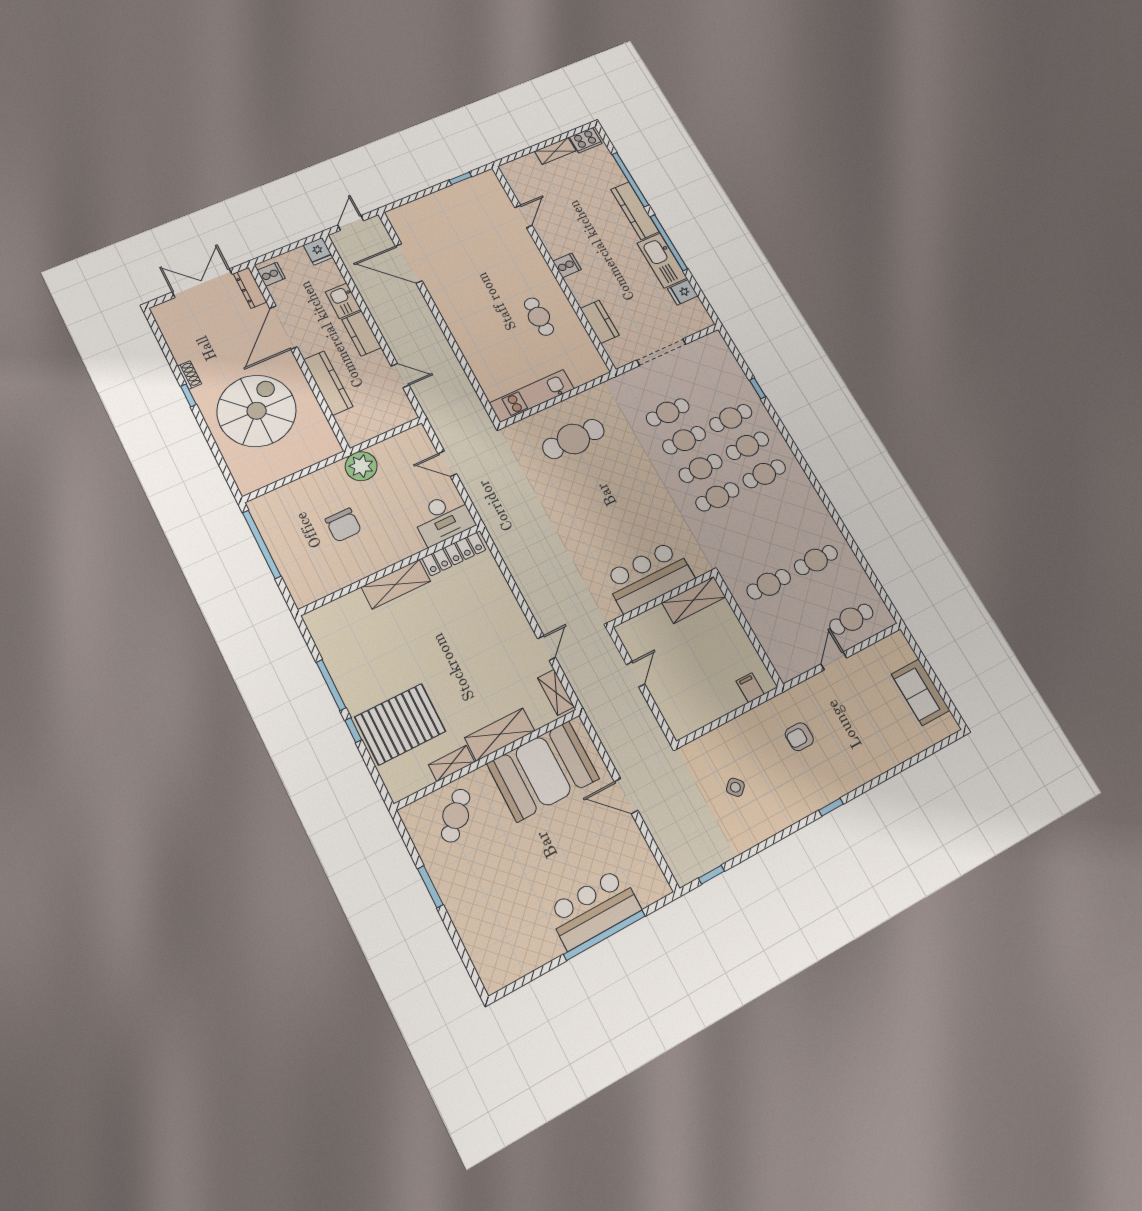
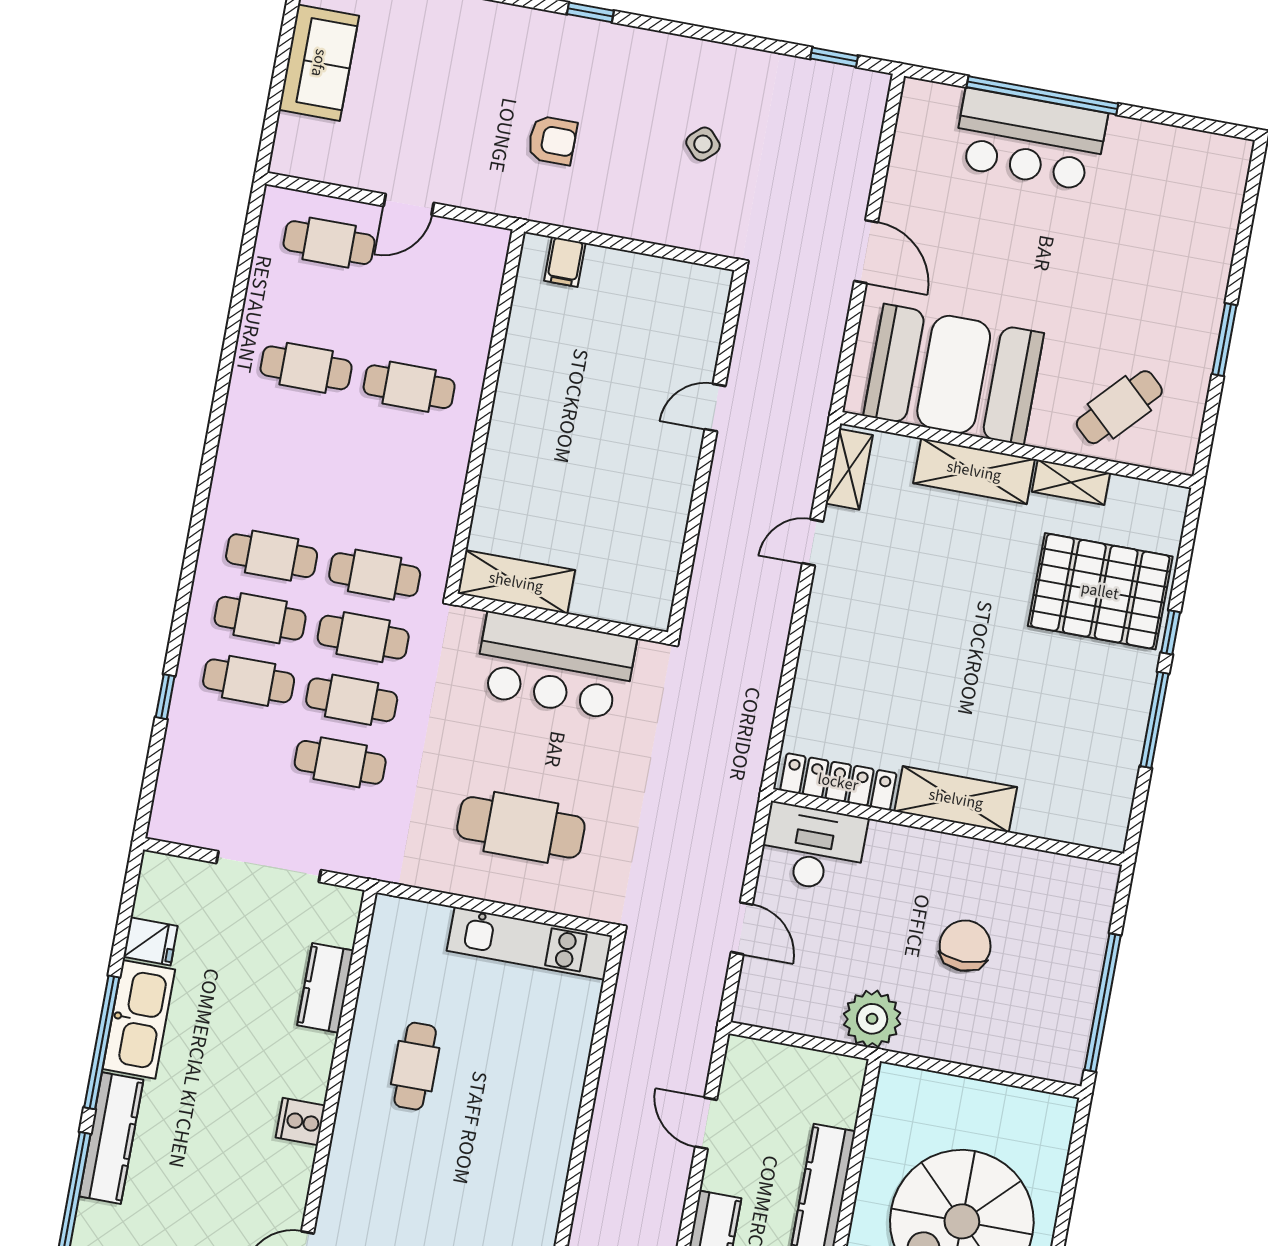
bar counter: (649, 577) -> (555, 666), moved
wall: (662, 599) -> (562, 619), moved
shelving: (694, 600) -> (516, 582), moved

